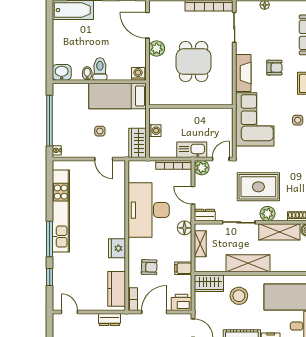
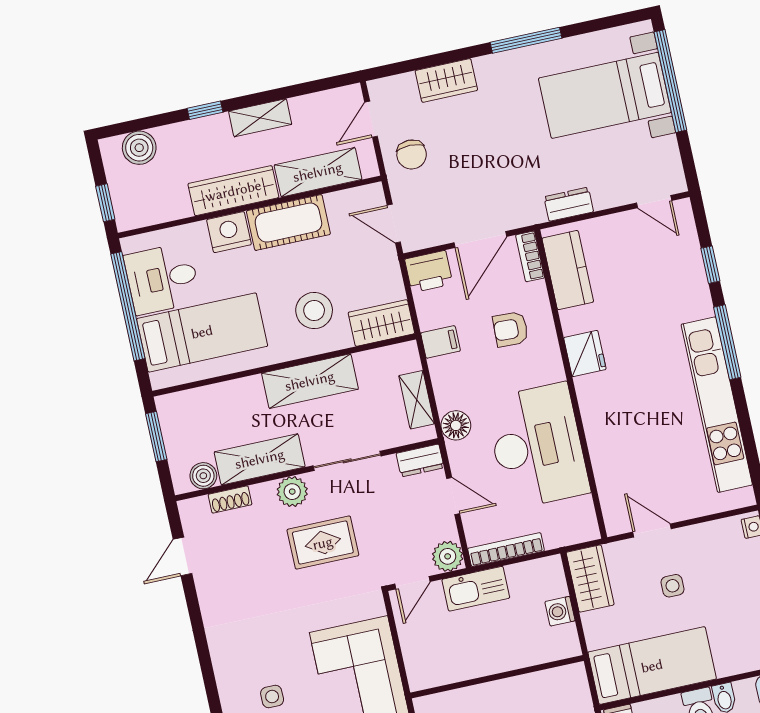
rug: (258, 187) -> (323, 543), width x0.73, depth x0.70

